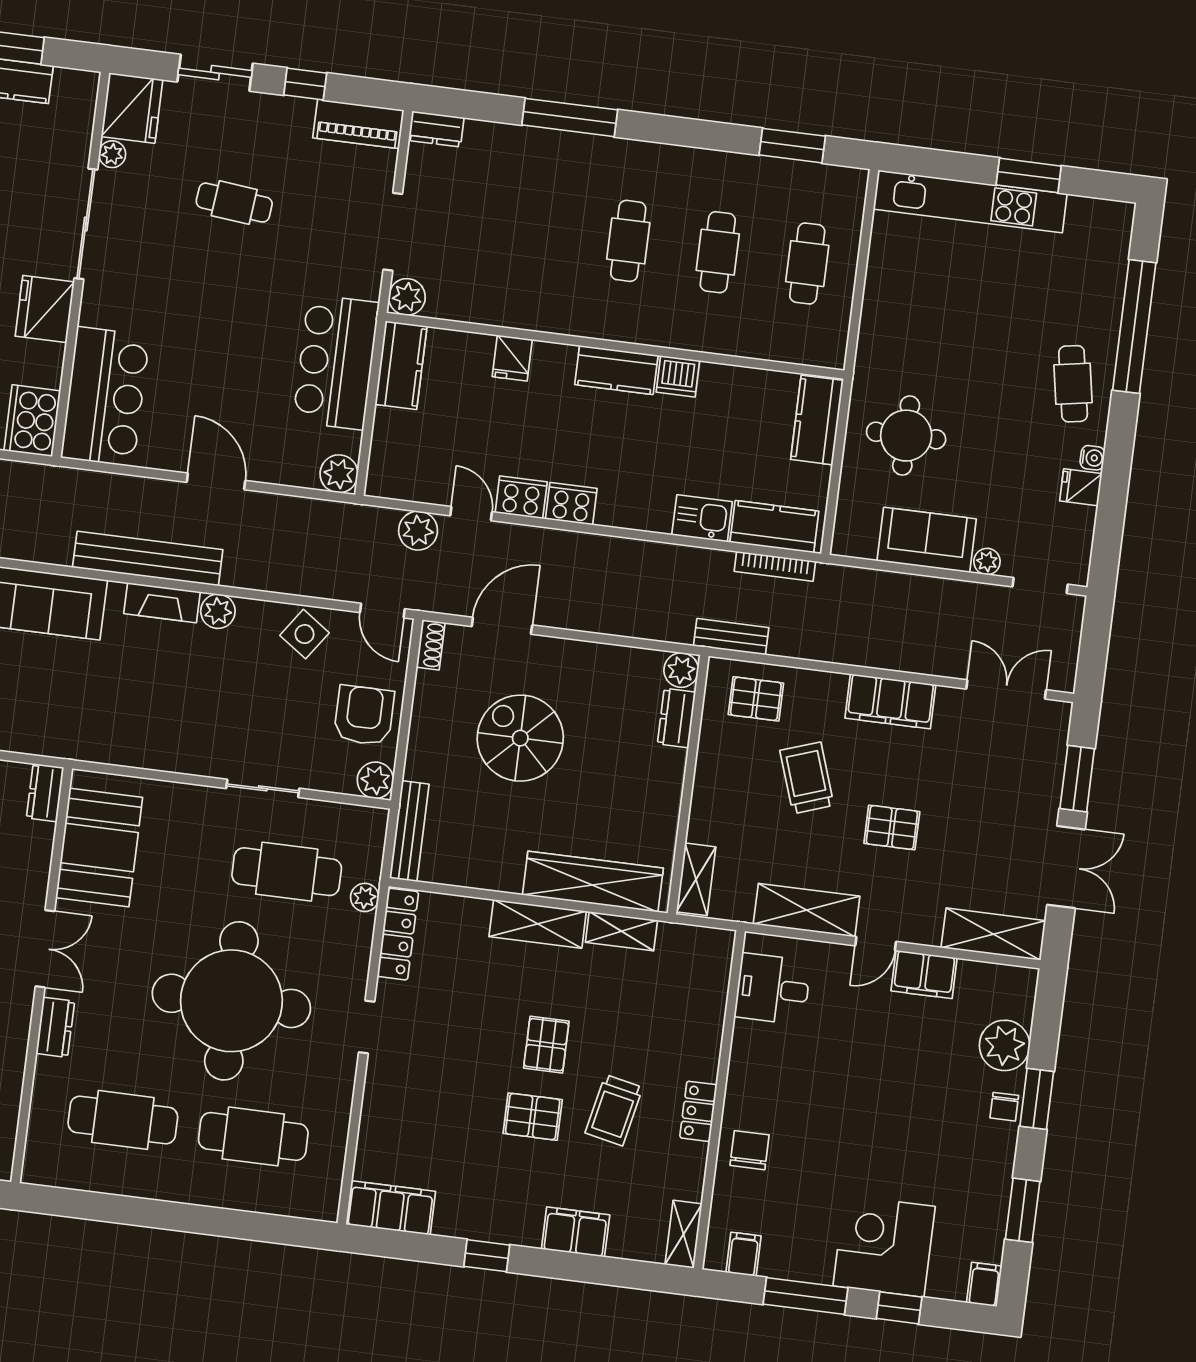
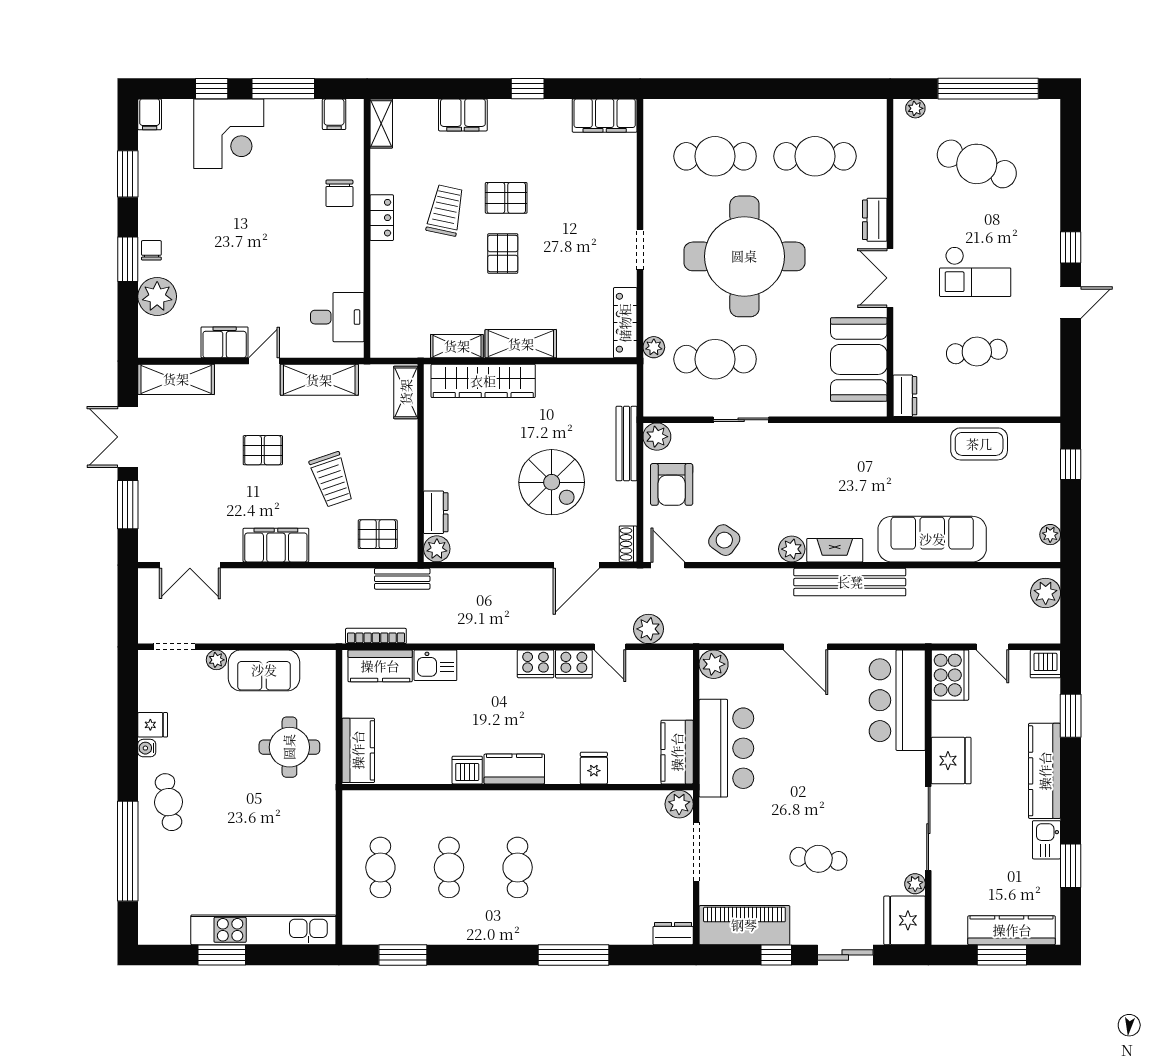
piano: (358, 124) -> (744, 925), width x1.37, depth x1.33
bench: (409, 831) -> (626, 444), moved

